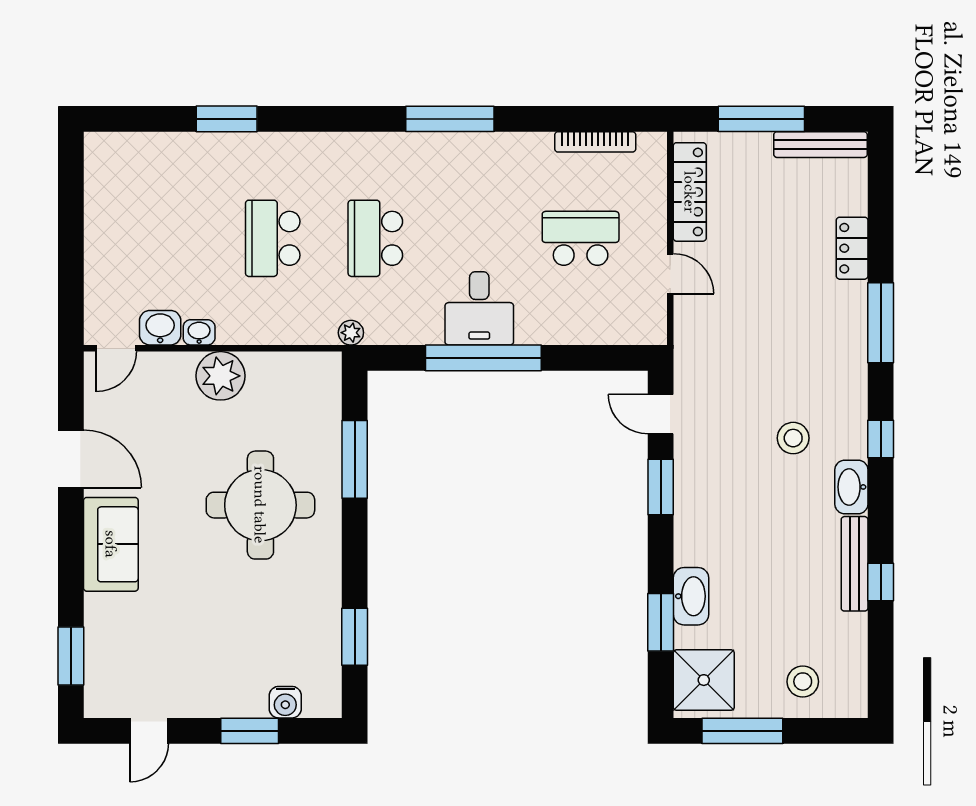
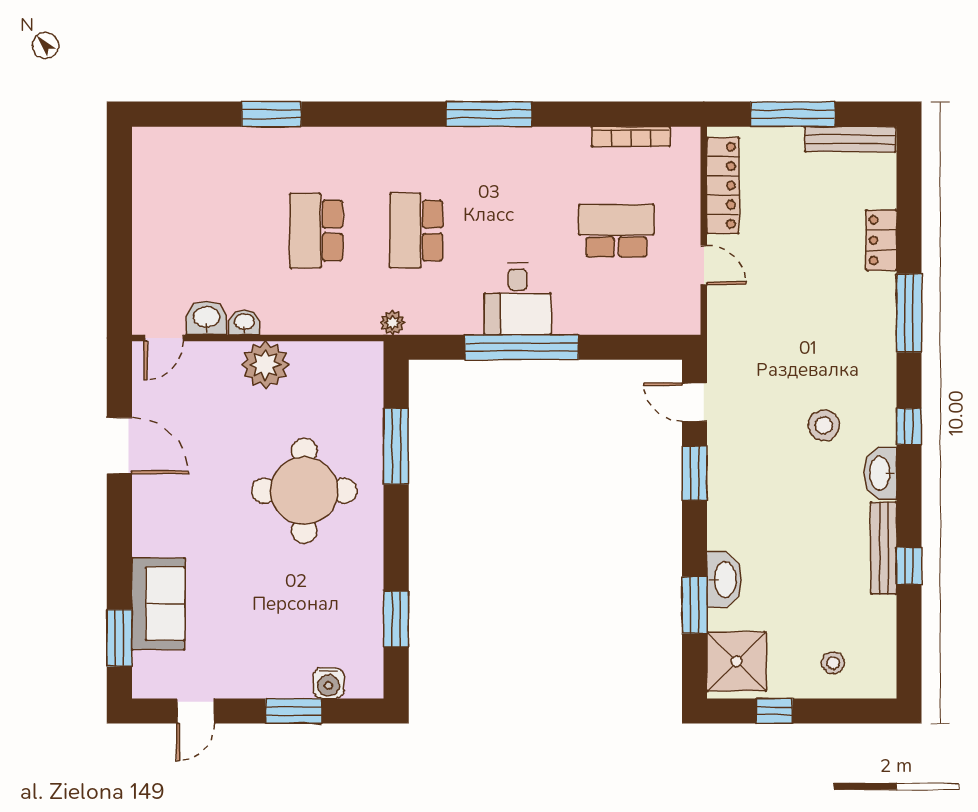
sofa: (111, 544) -> (158, 604), moved
stool: (803, 682) -> (833, 663), width x0.73, depth x0.73
window: (742, 731) -> (774, 711), width x0.46

